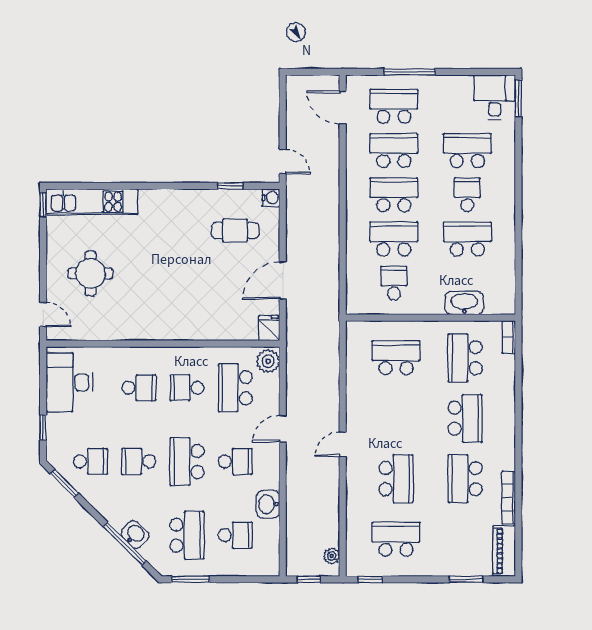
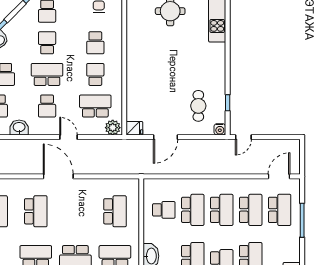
door: (283, 281) -> (166, 137), swing flipped
door: (343, 444) -> (58, 176), width x1.88
school desk: (396, 479) -> (36, 211), turned -90

